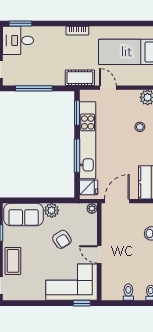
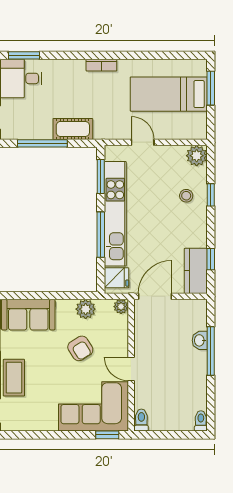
cot: (80, 78) -> (73, 129), moved
plant: (52, 210) -> (86, 309), moved
toilet: (128, 292) -> (141, 420), moved

